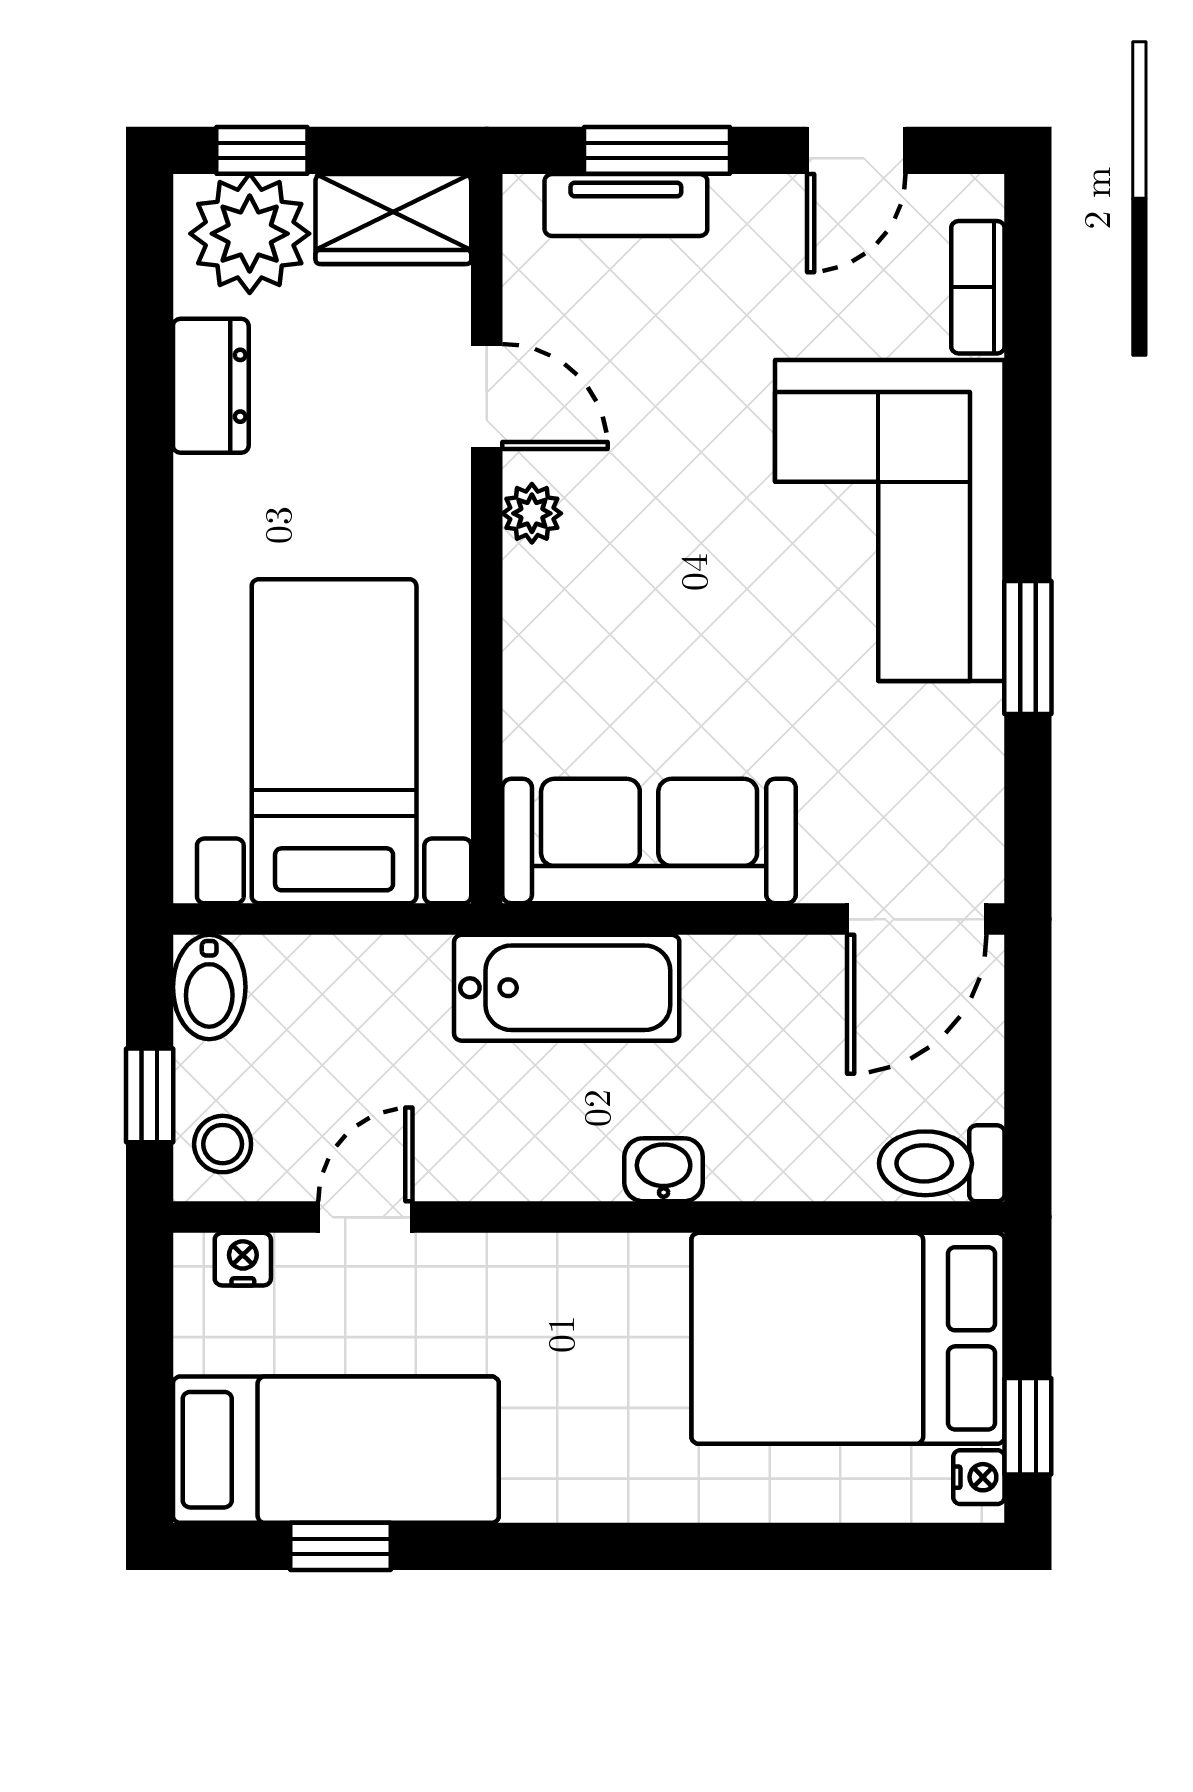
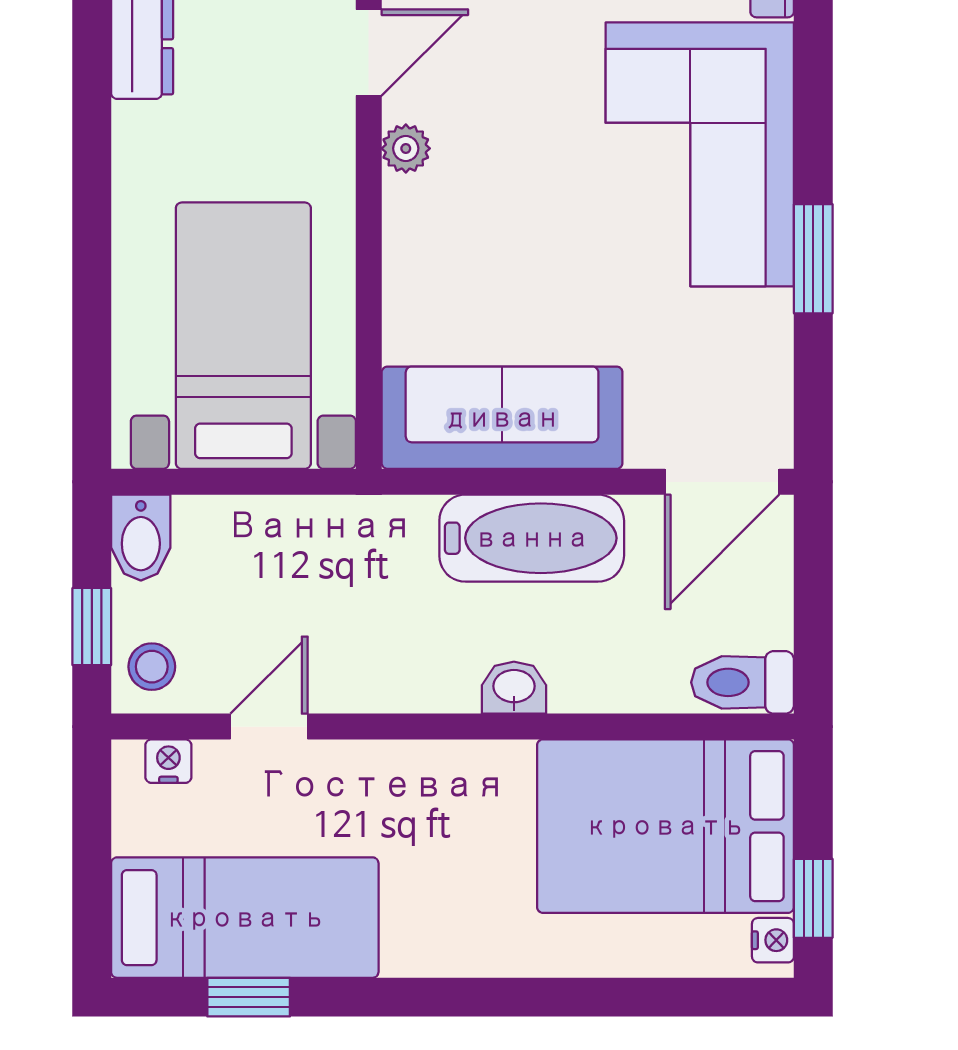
door: (487, 396) -> (369, 52), hinge flipped
bathtub: (567, 988) -> (532, 538), moved

